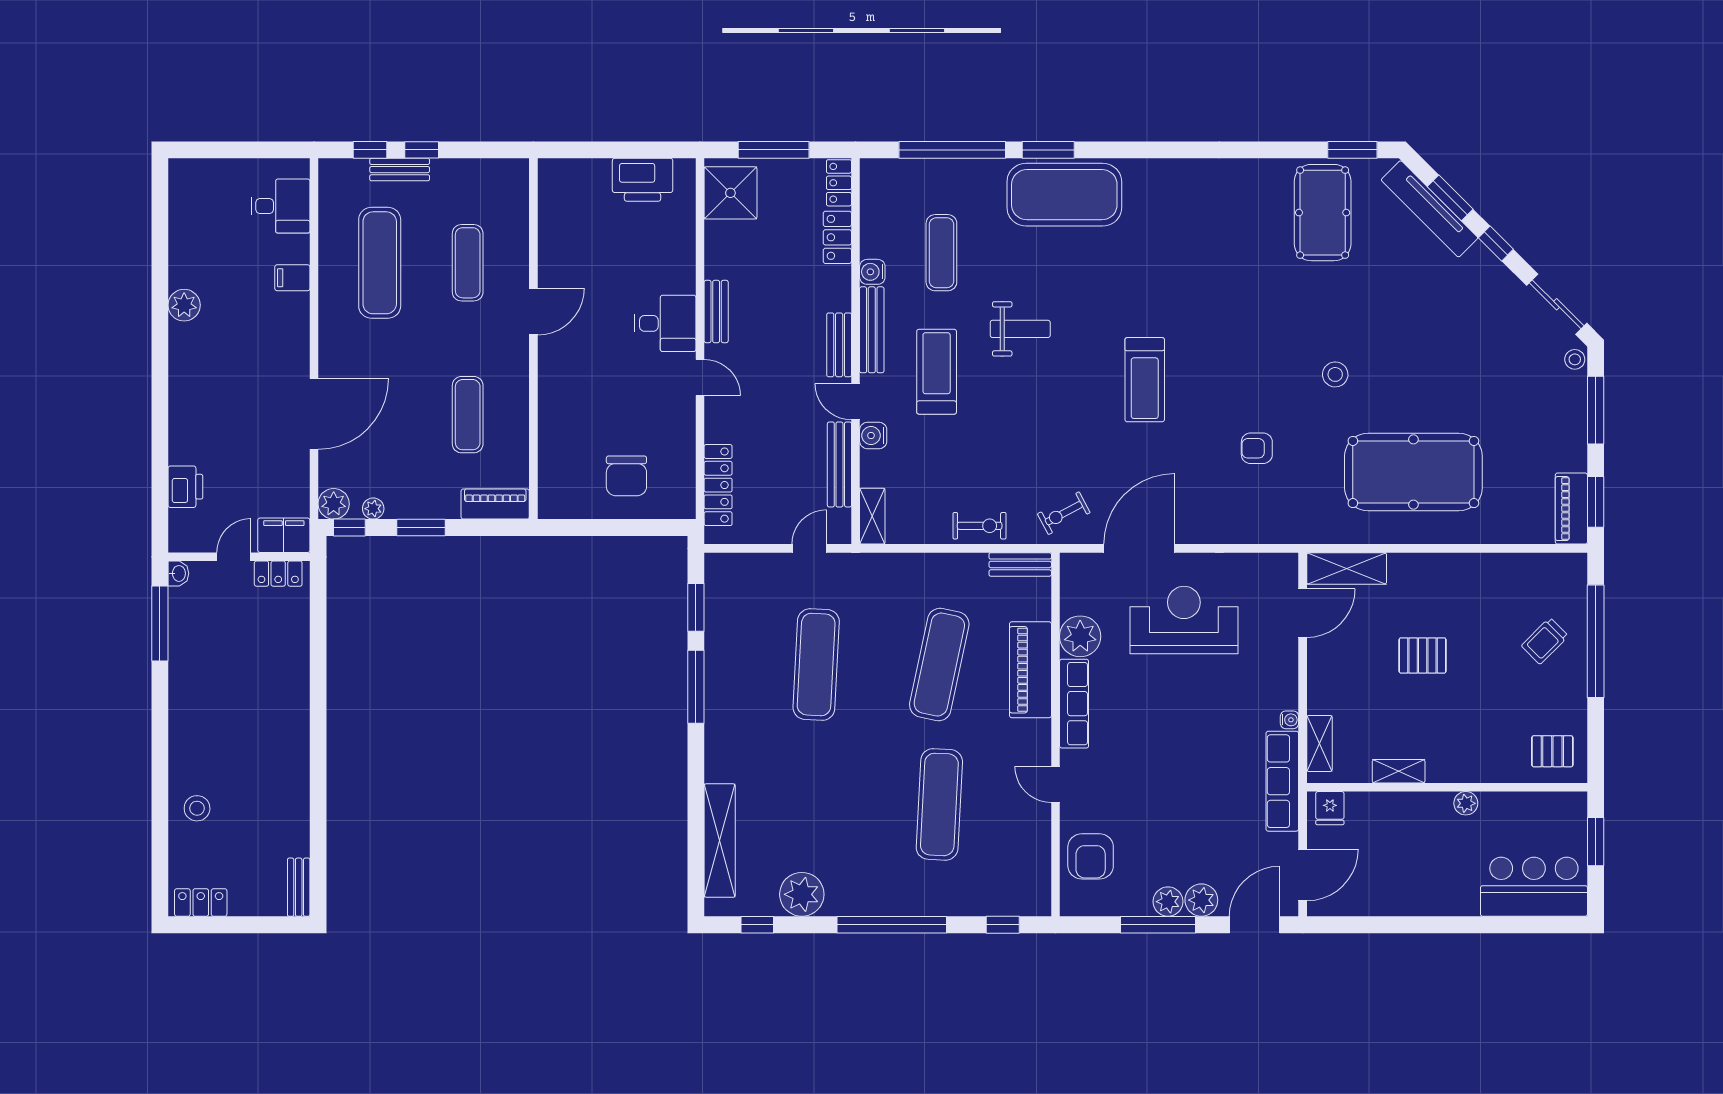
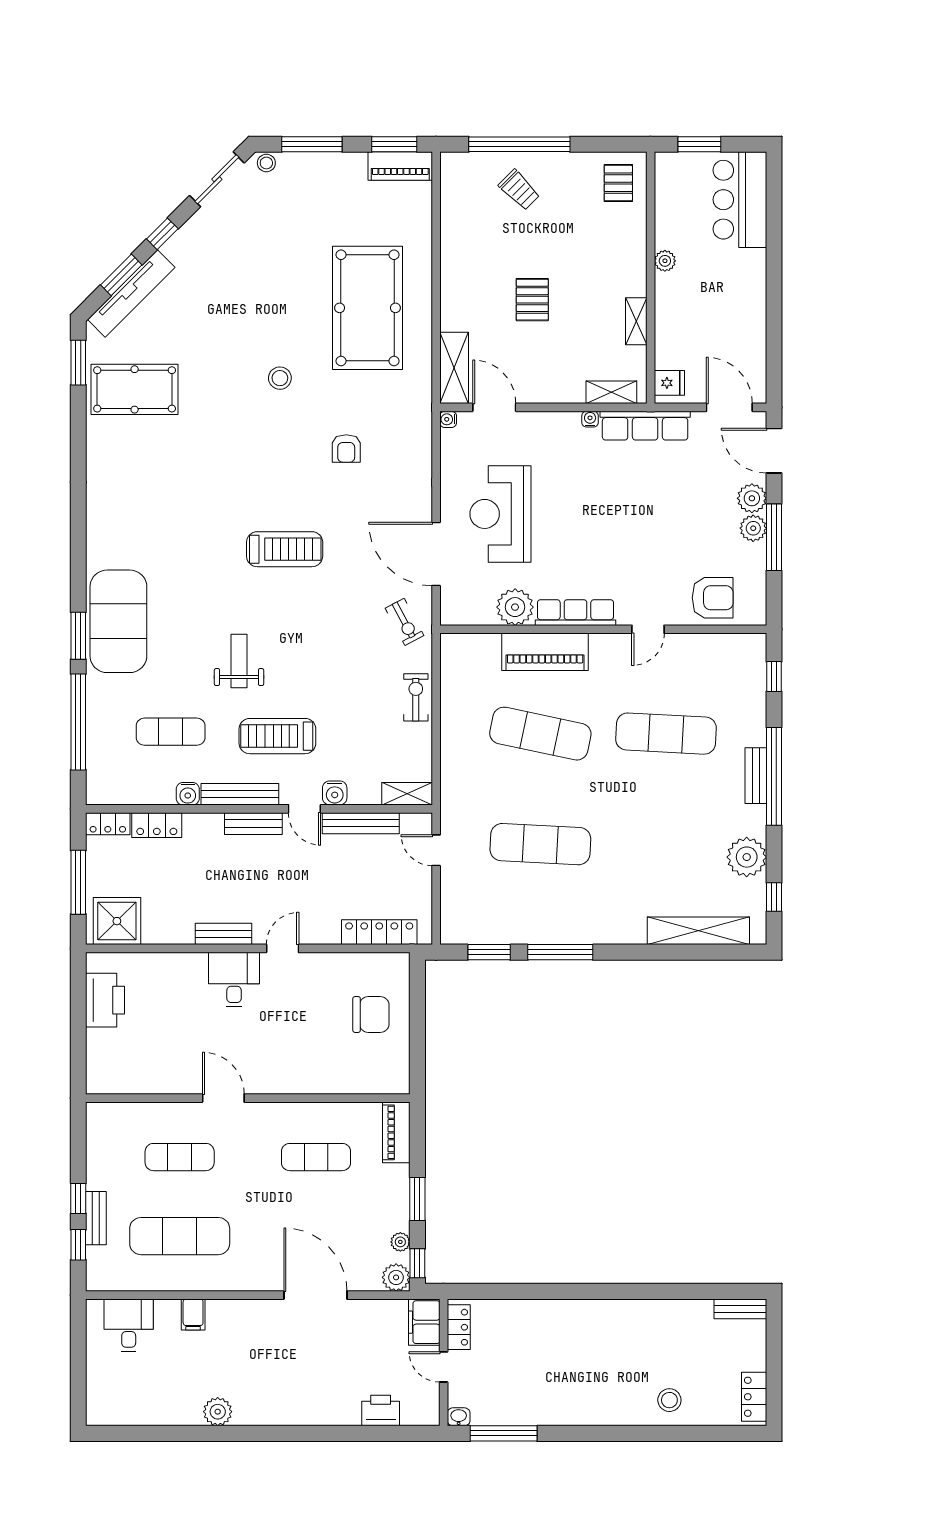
door: (856, 402) -> (304, 809), hinge flipped
water cooler: (1289, 562) -> (448, 419), added
bench: (1020, 564) -> (756, 776), moved

